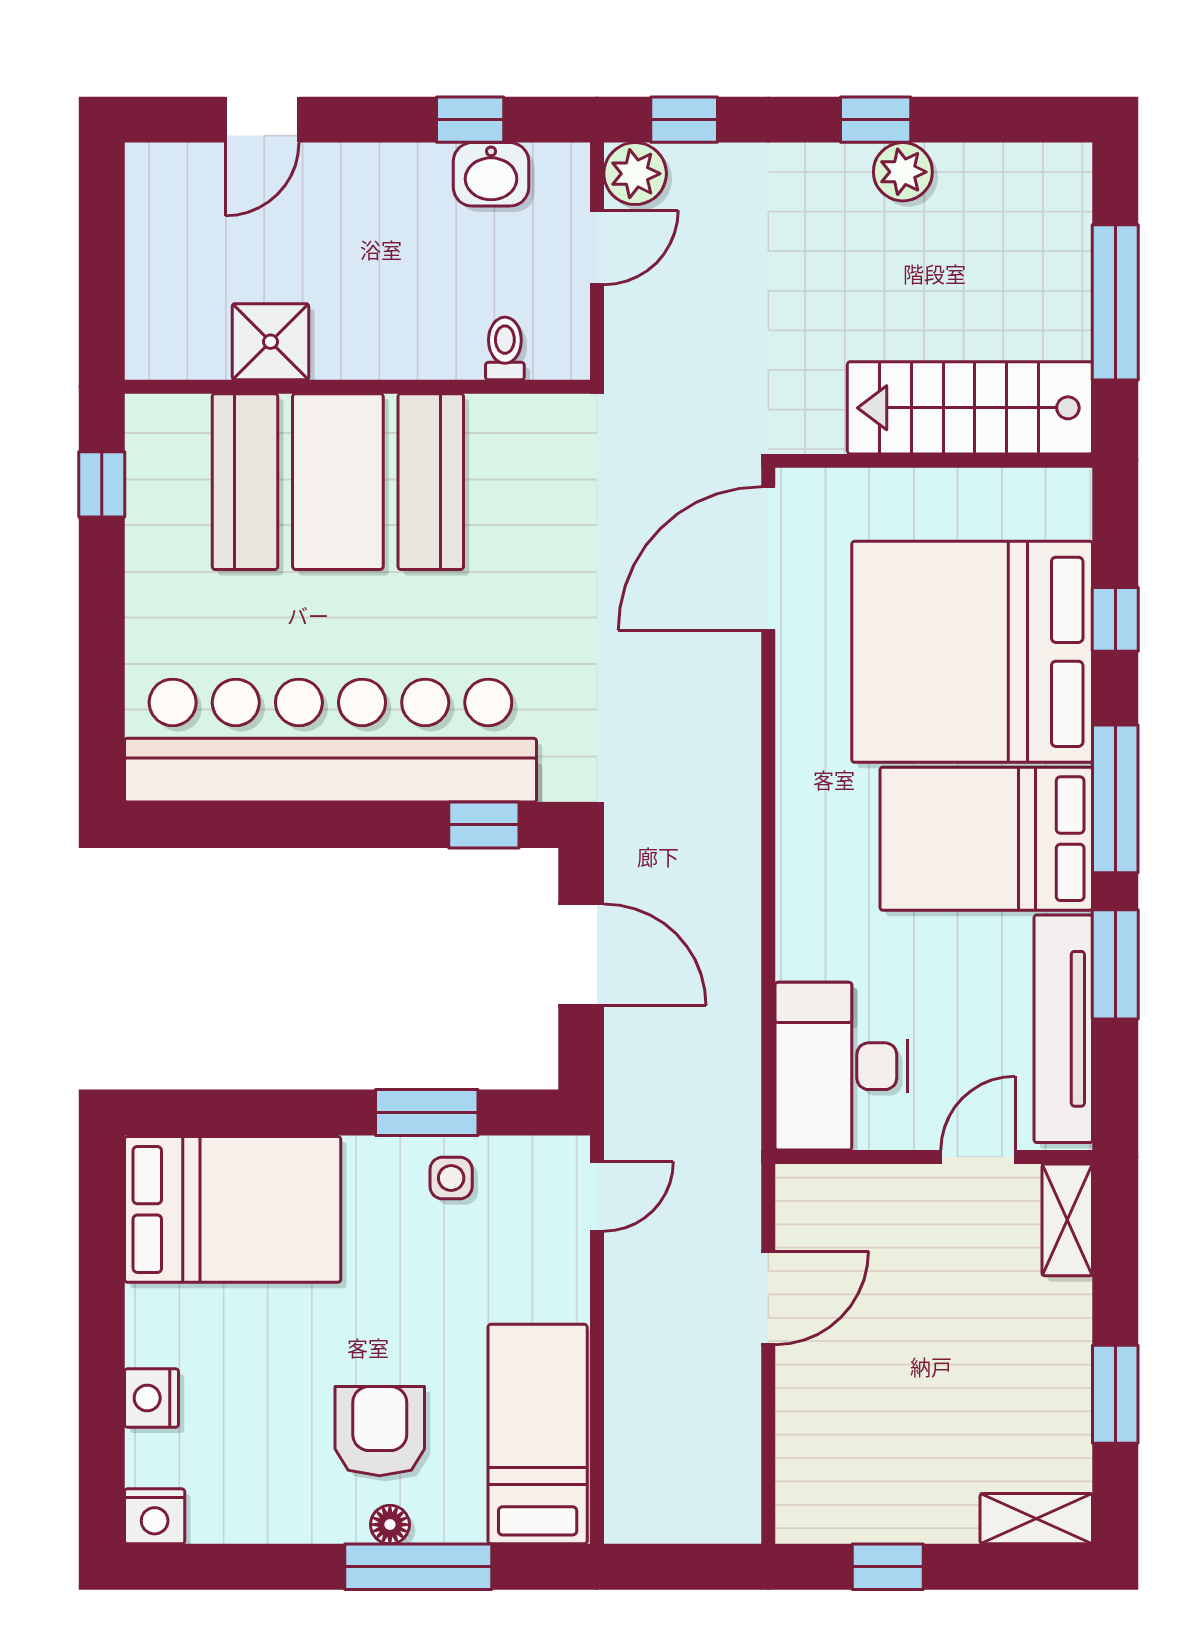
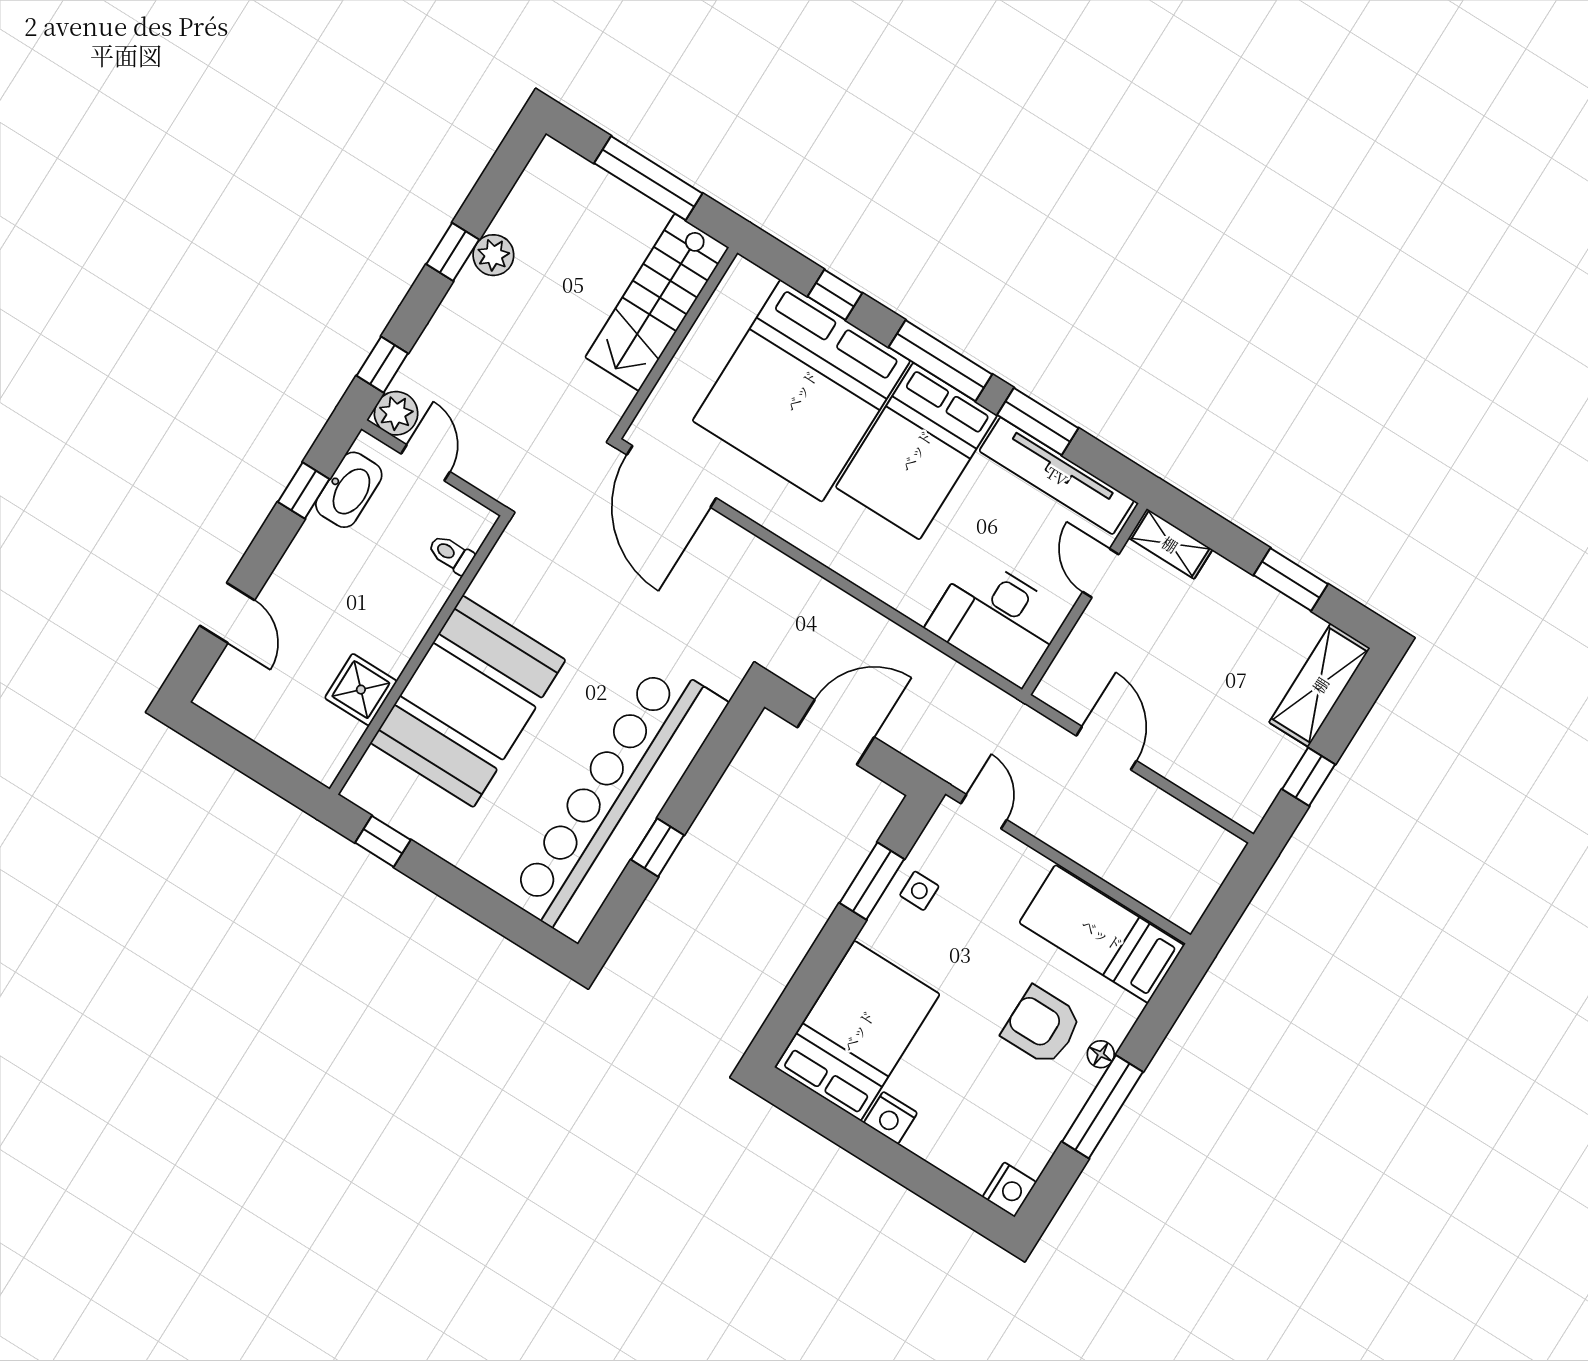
washbasin: (491, 174) -> (349, 490), width x1.38
window: (484, 825) -> (658, 847), moved
nightstand: (151, 1398) -> (890, 1118), moved
shelving: (1036, 1519) -> (1320, 685), width x1.50, depth x1.33
window: (418, 1567) -> (1102, 1107), moved

